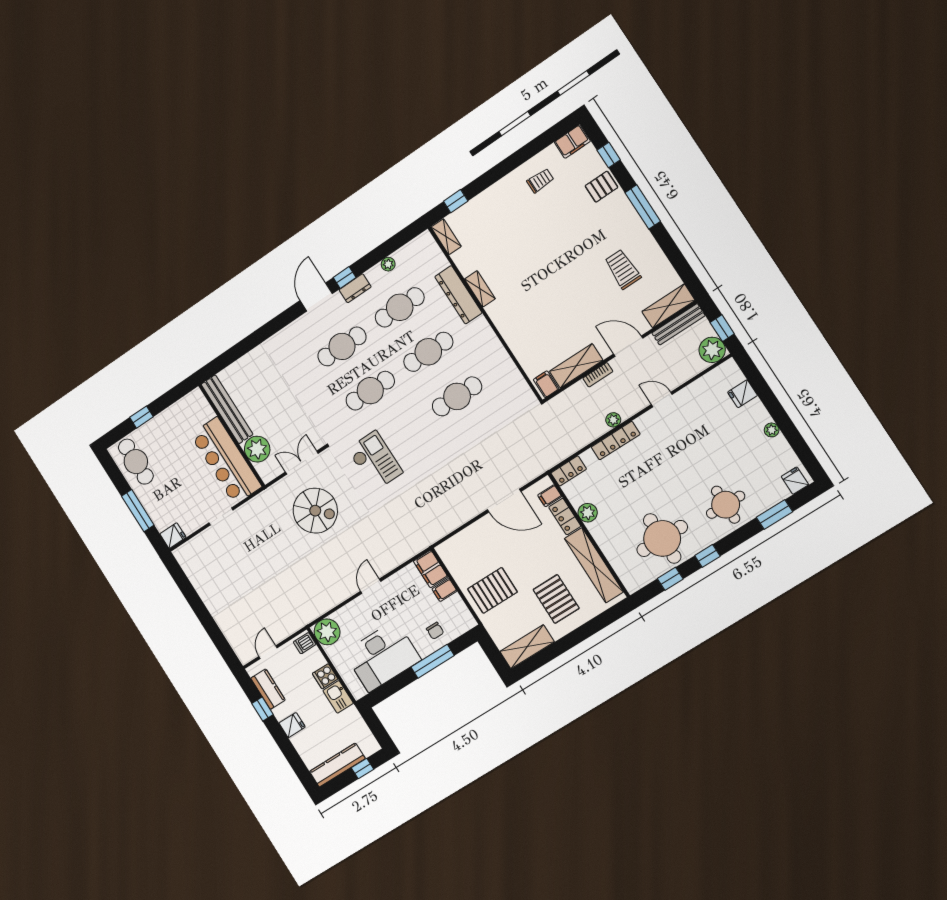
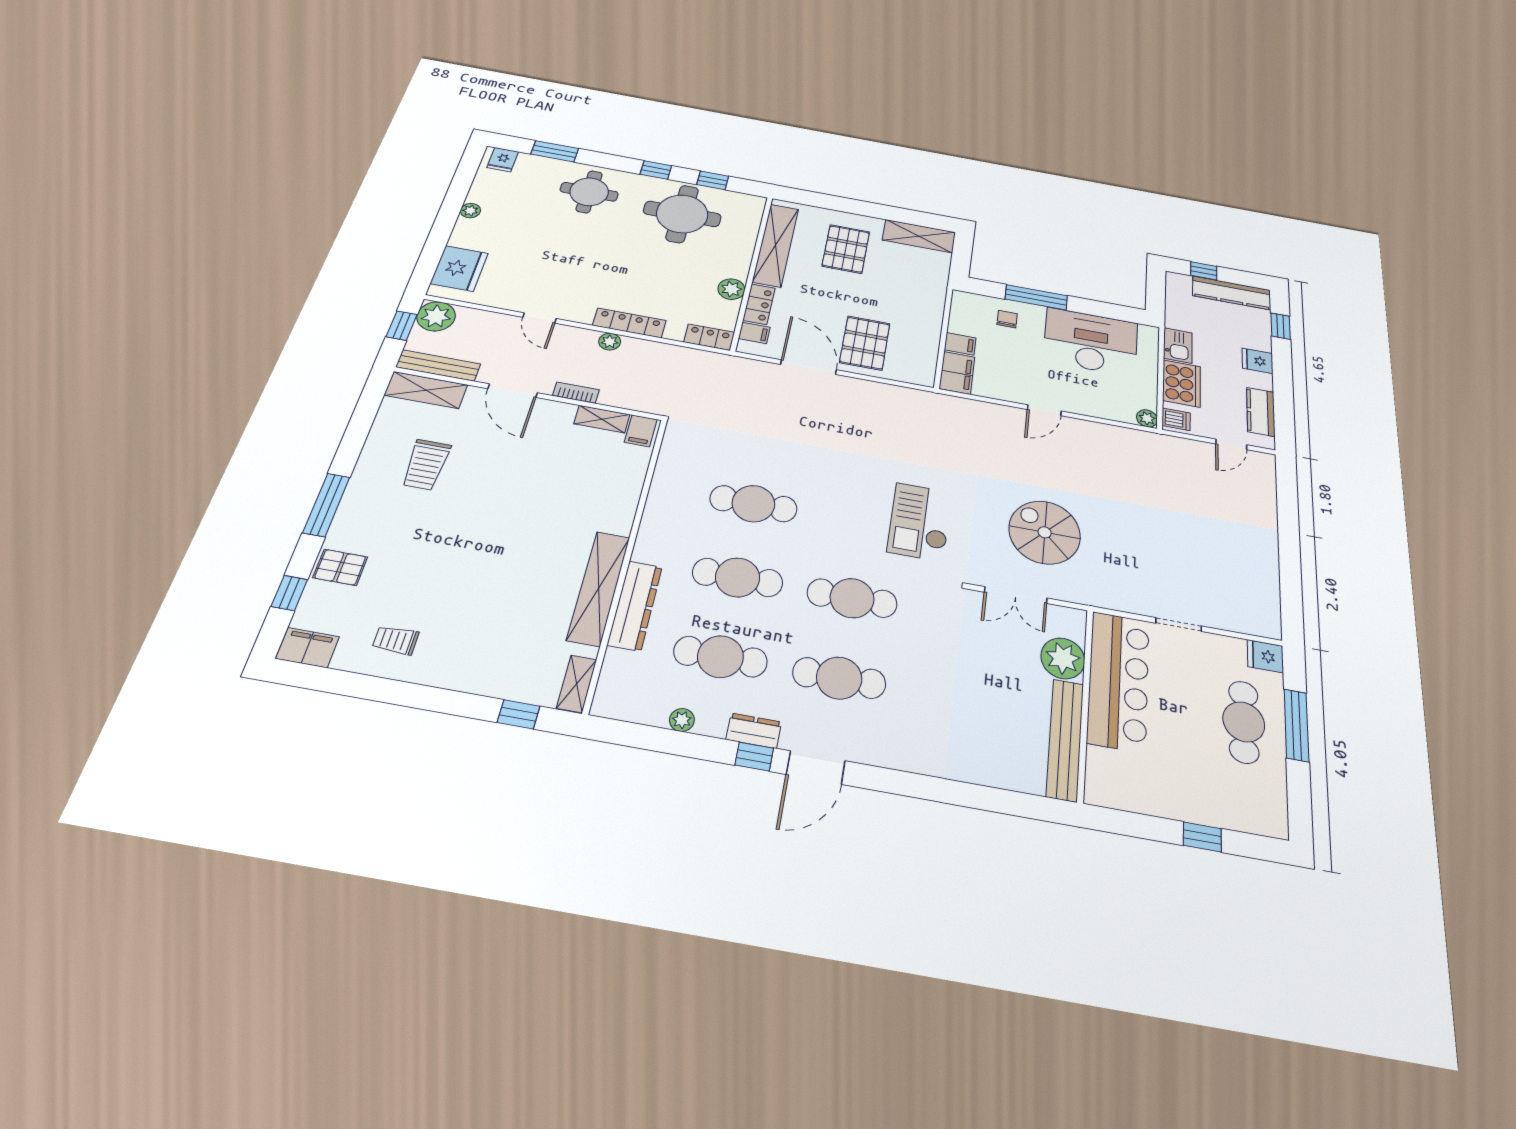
shelving: (480, 289) -> (599, 588), width x2.20, depth x1.33
shelving: (576, 366) -> (602, 419), width x0.67, depth x0.75
fridge: (743, 394) -> (459, 268), width x1.88, depth x1.34
cafe table: (136, 462) -> (1244, 722), moved
pallet: (492, 590) -> (865, 343), moved, turned 90
plant: (327, 632) -> (1147, 418), width x0.53, depth x0.53
cooker: (325, 676) -> (1182, 384), width x1.87, depth x1.31
window: (263, 709) -> (1281, 326), moved

